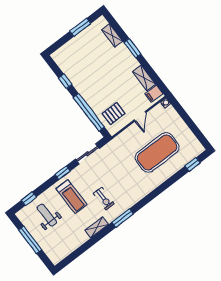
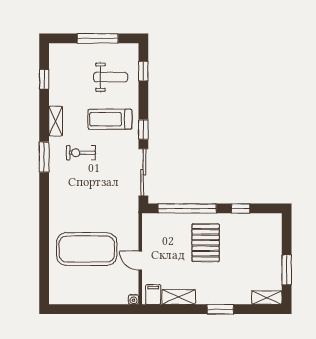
shelving: (112, 35) -> (267, 298), moved
pallet: (113, 114) -> (206, 243), moved, width x1.50, depth x1.42
exercise mat: (157, 152) -> (87, 249), turned 90
sliding door: (87, 154) -> (143, 172), width x1.37
window: (193, 164) -> (44, 79), moved

